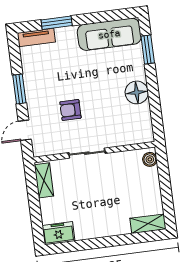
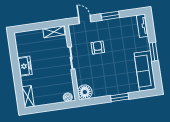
window: (57, 23) -> (154, 52), moved
window: (148, 50) -> (120, 97), moved
floor lamp: (137, 92) -> (85, 92), moved
freezer: (58, 233) -> (25, 66), moved

